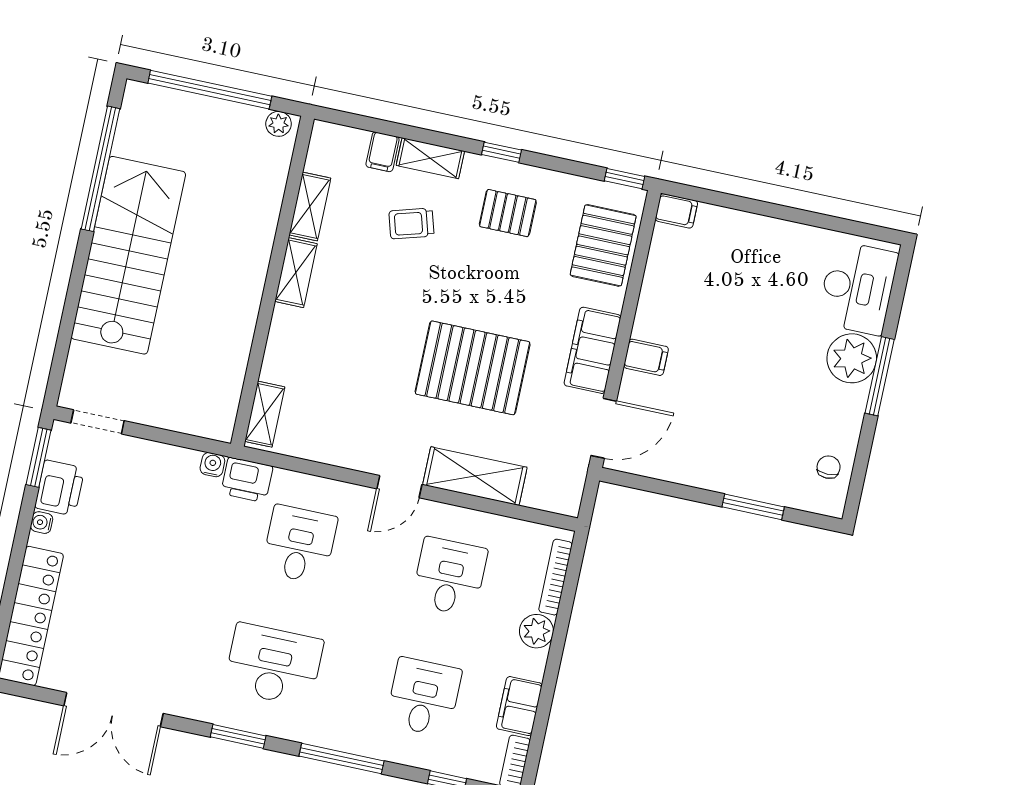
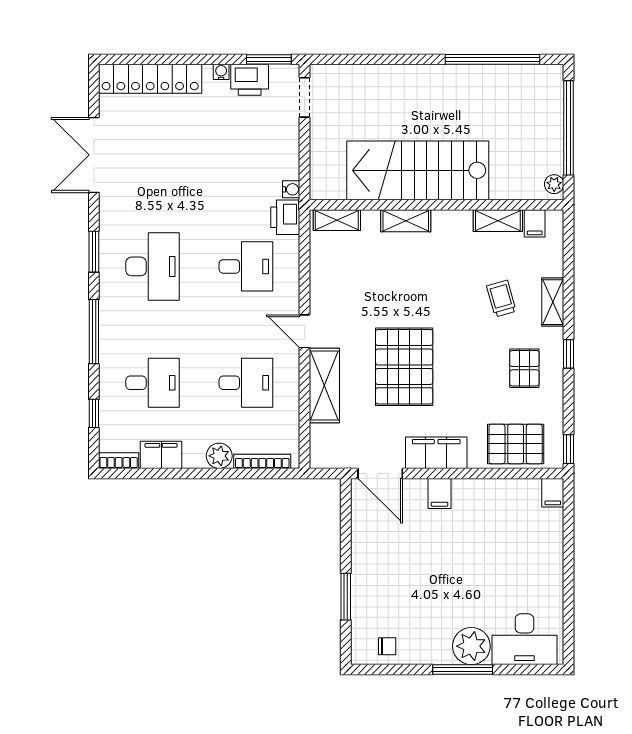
filing cabinet: (383, 152) -> (535, 223), moved, turned -90
stairs: (128, 255) -> (418, 170), moved, turned 180
shelving: (296, 273) -> (406, 221), moved

